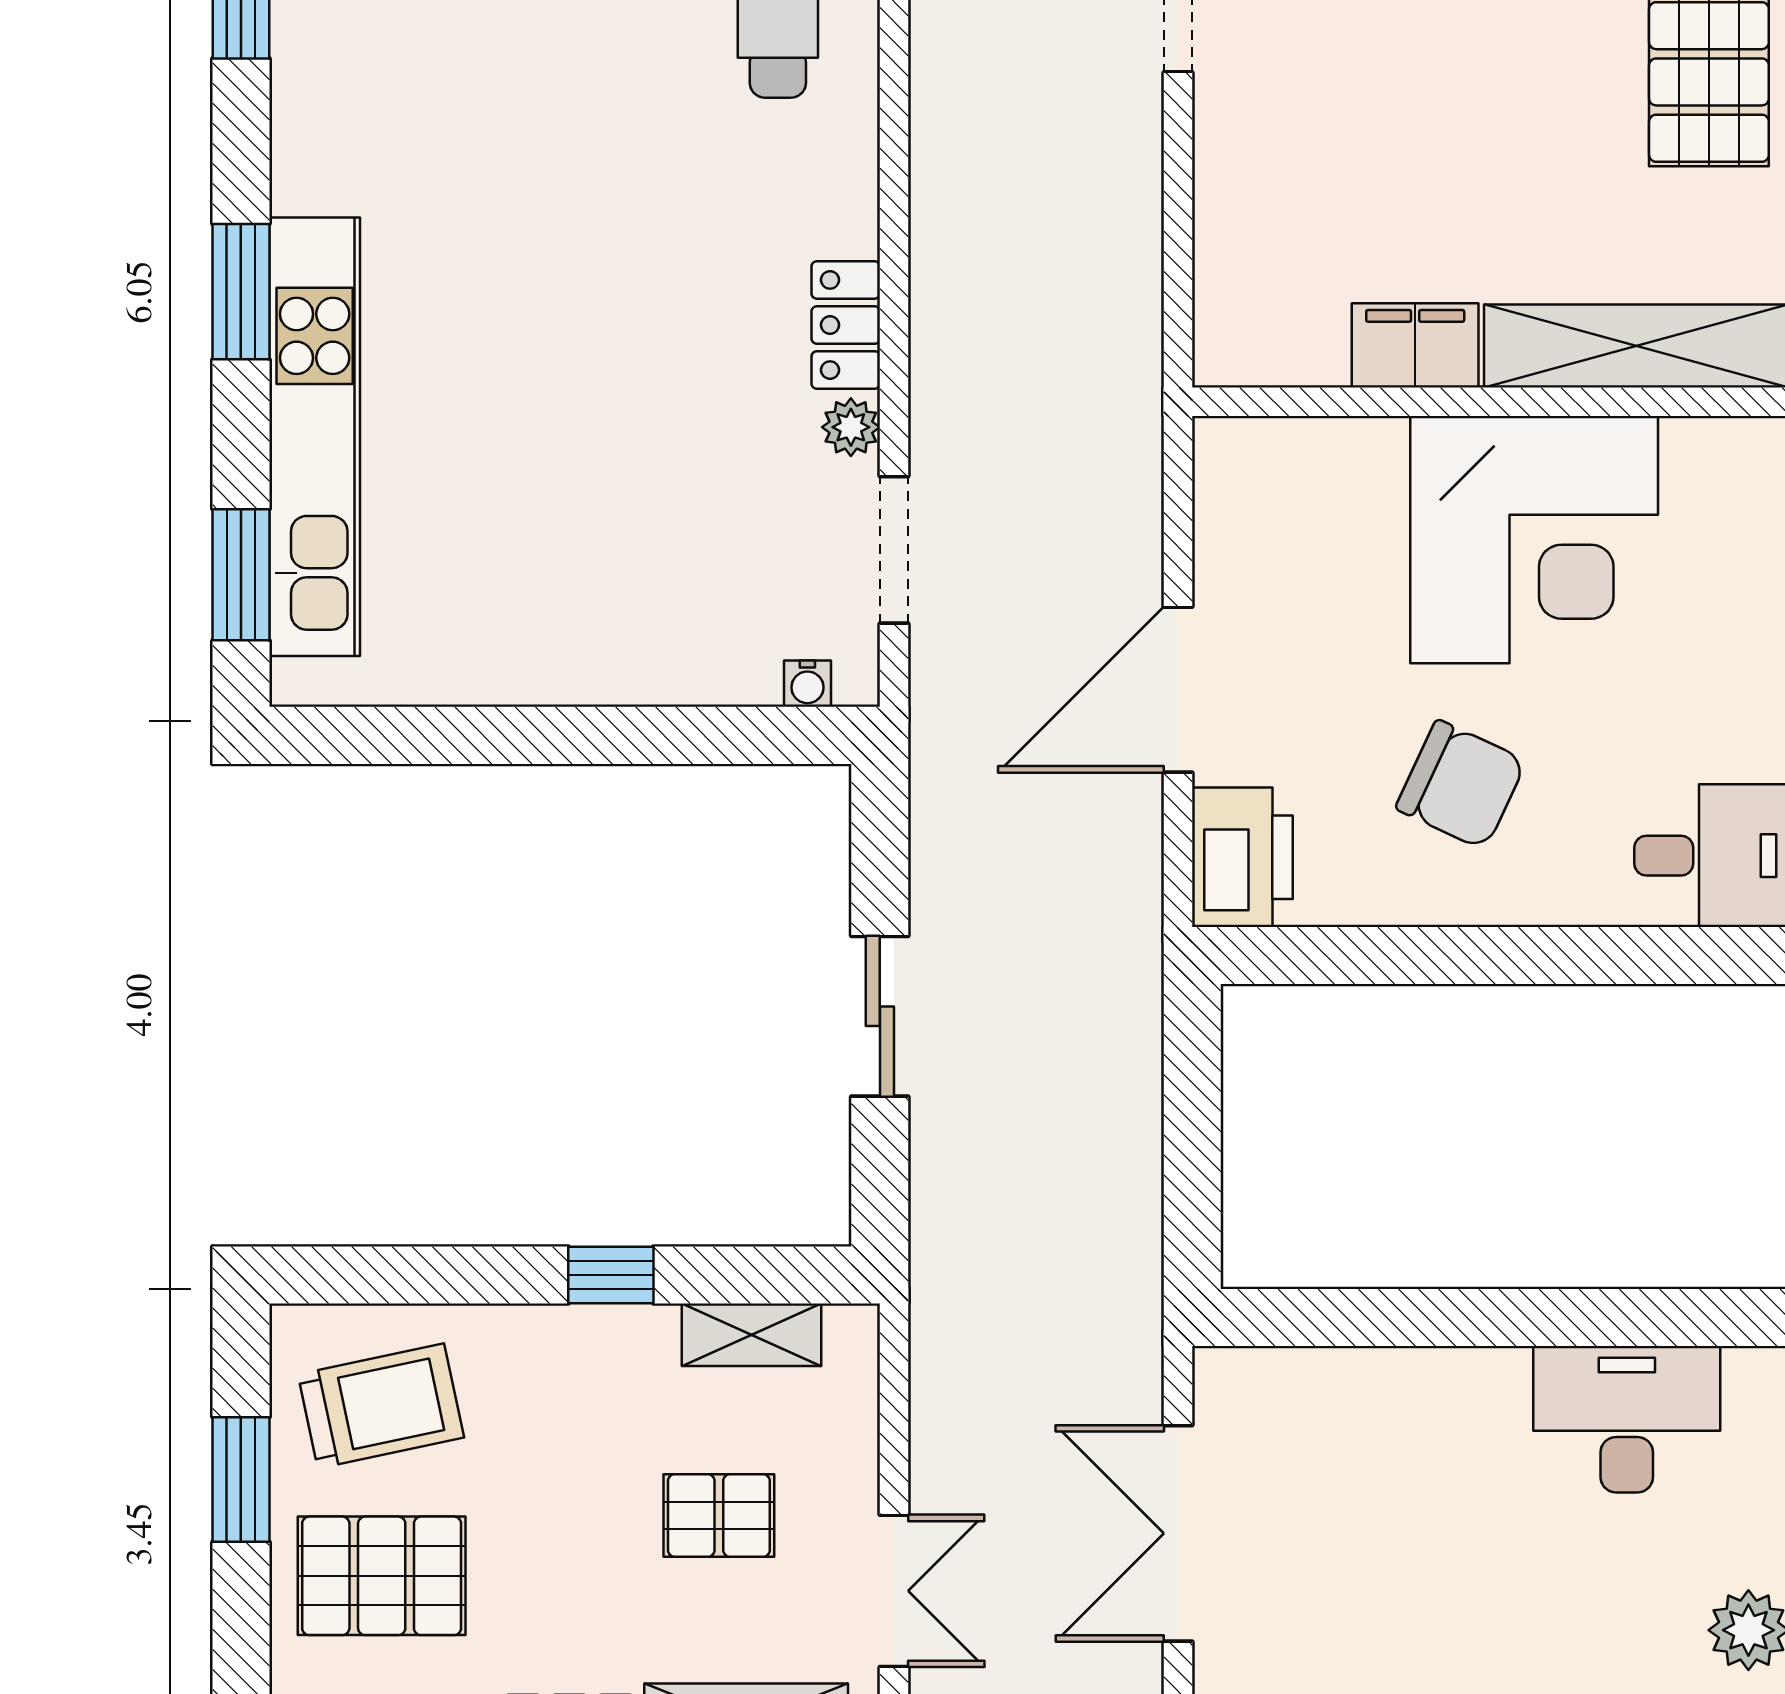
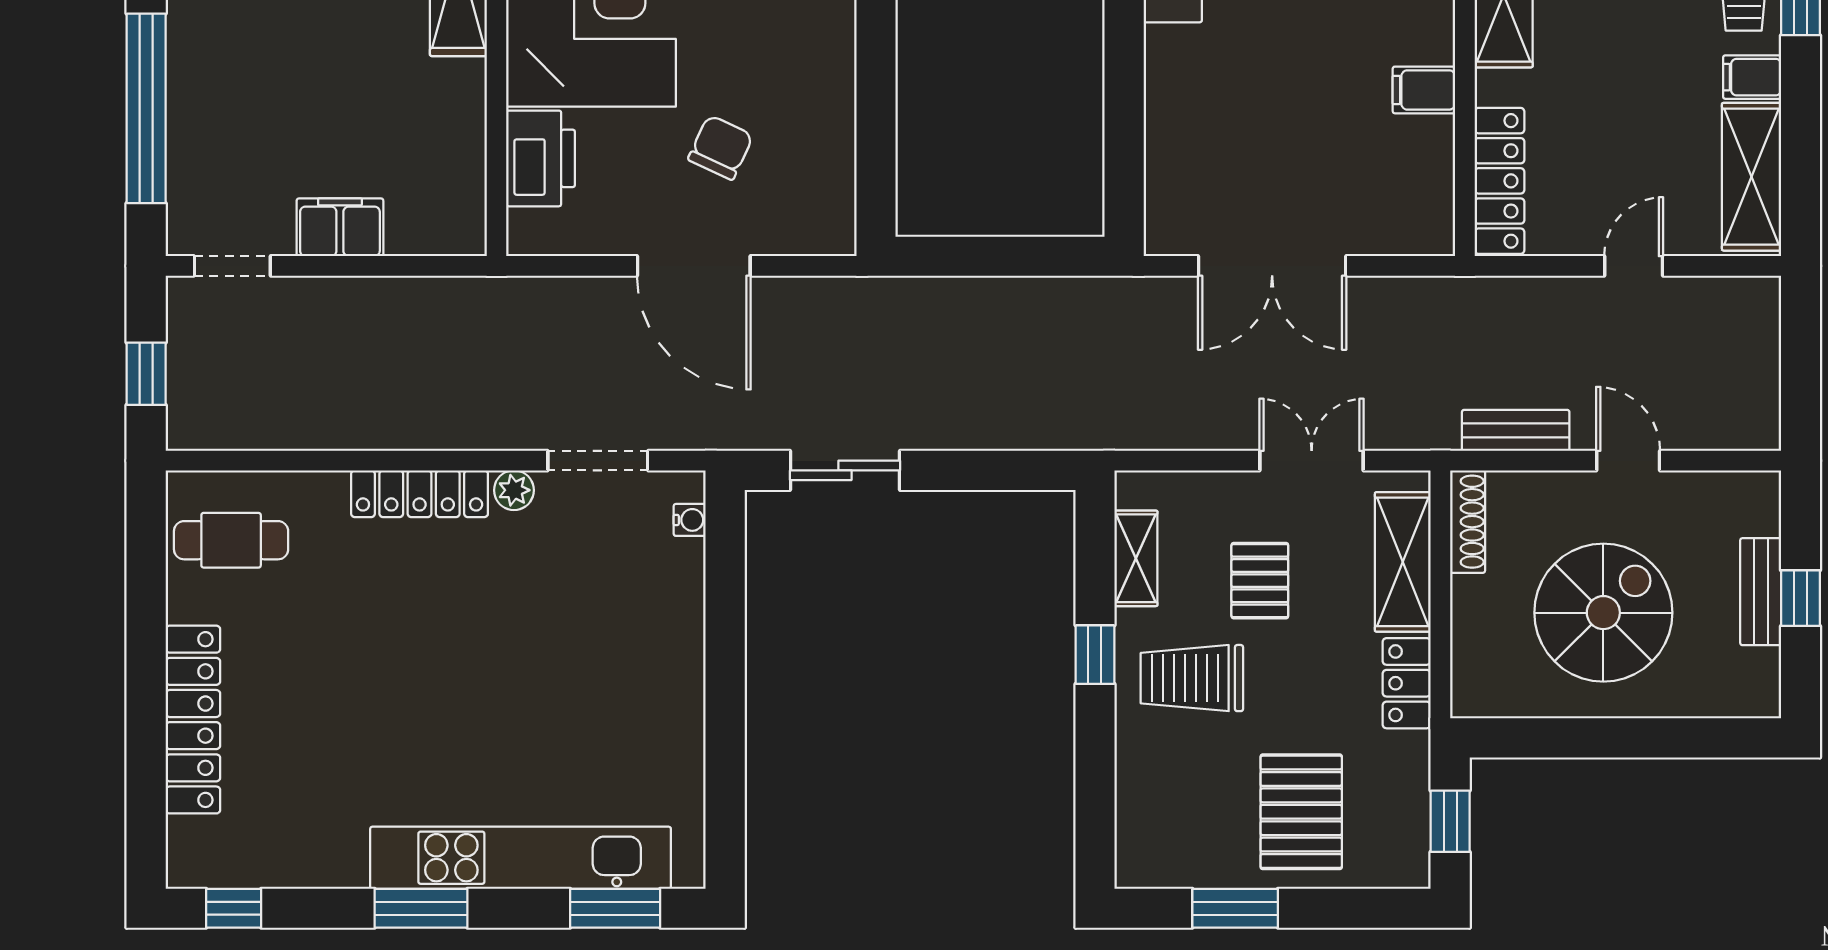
locker: (846, 325) -> (420, 494), width x1.53
filing cabinet: (1415, 345) -> (340, 227), moved, turned 90
chair: (1461, 785) -> (721, 147), moved, width x0.73, depth x0.73
printer: (1242, 857) -> (541, 158), moved, turned 90
sliding door: (880, 1016) -> (845, 470), moved
trolley: (381, 1406) -> (1192, 678), moved, turned -78

